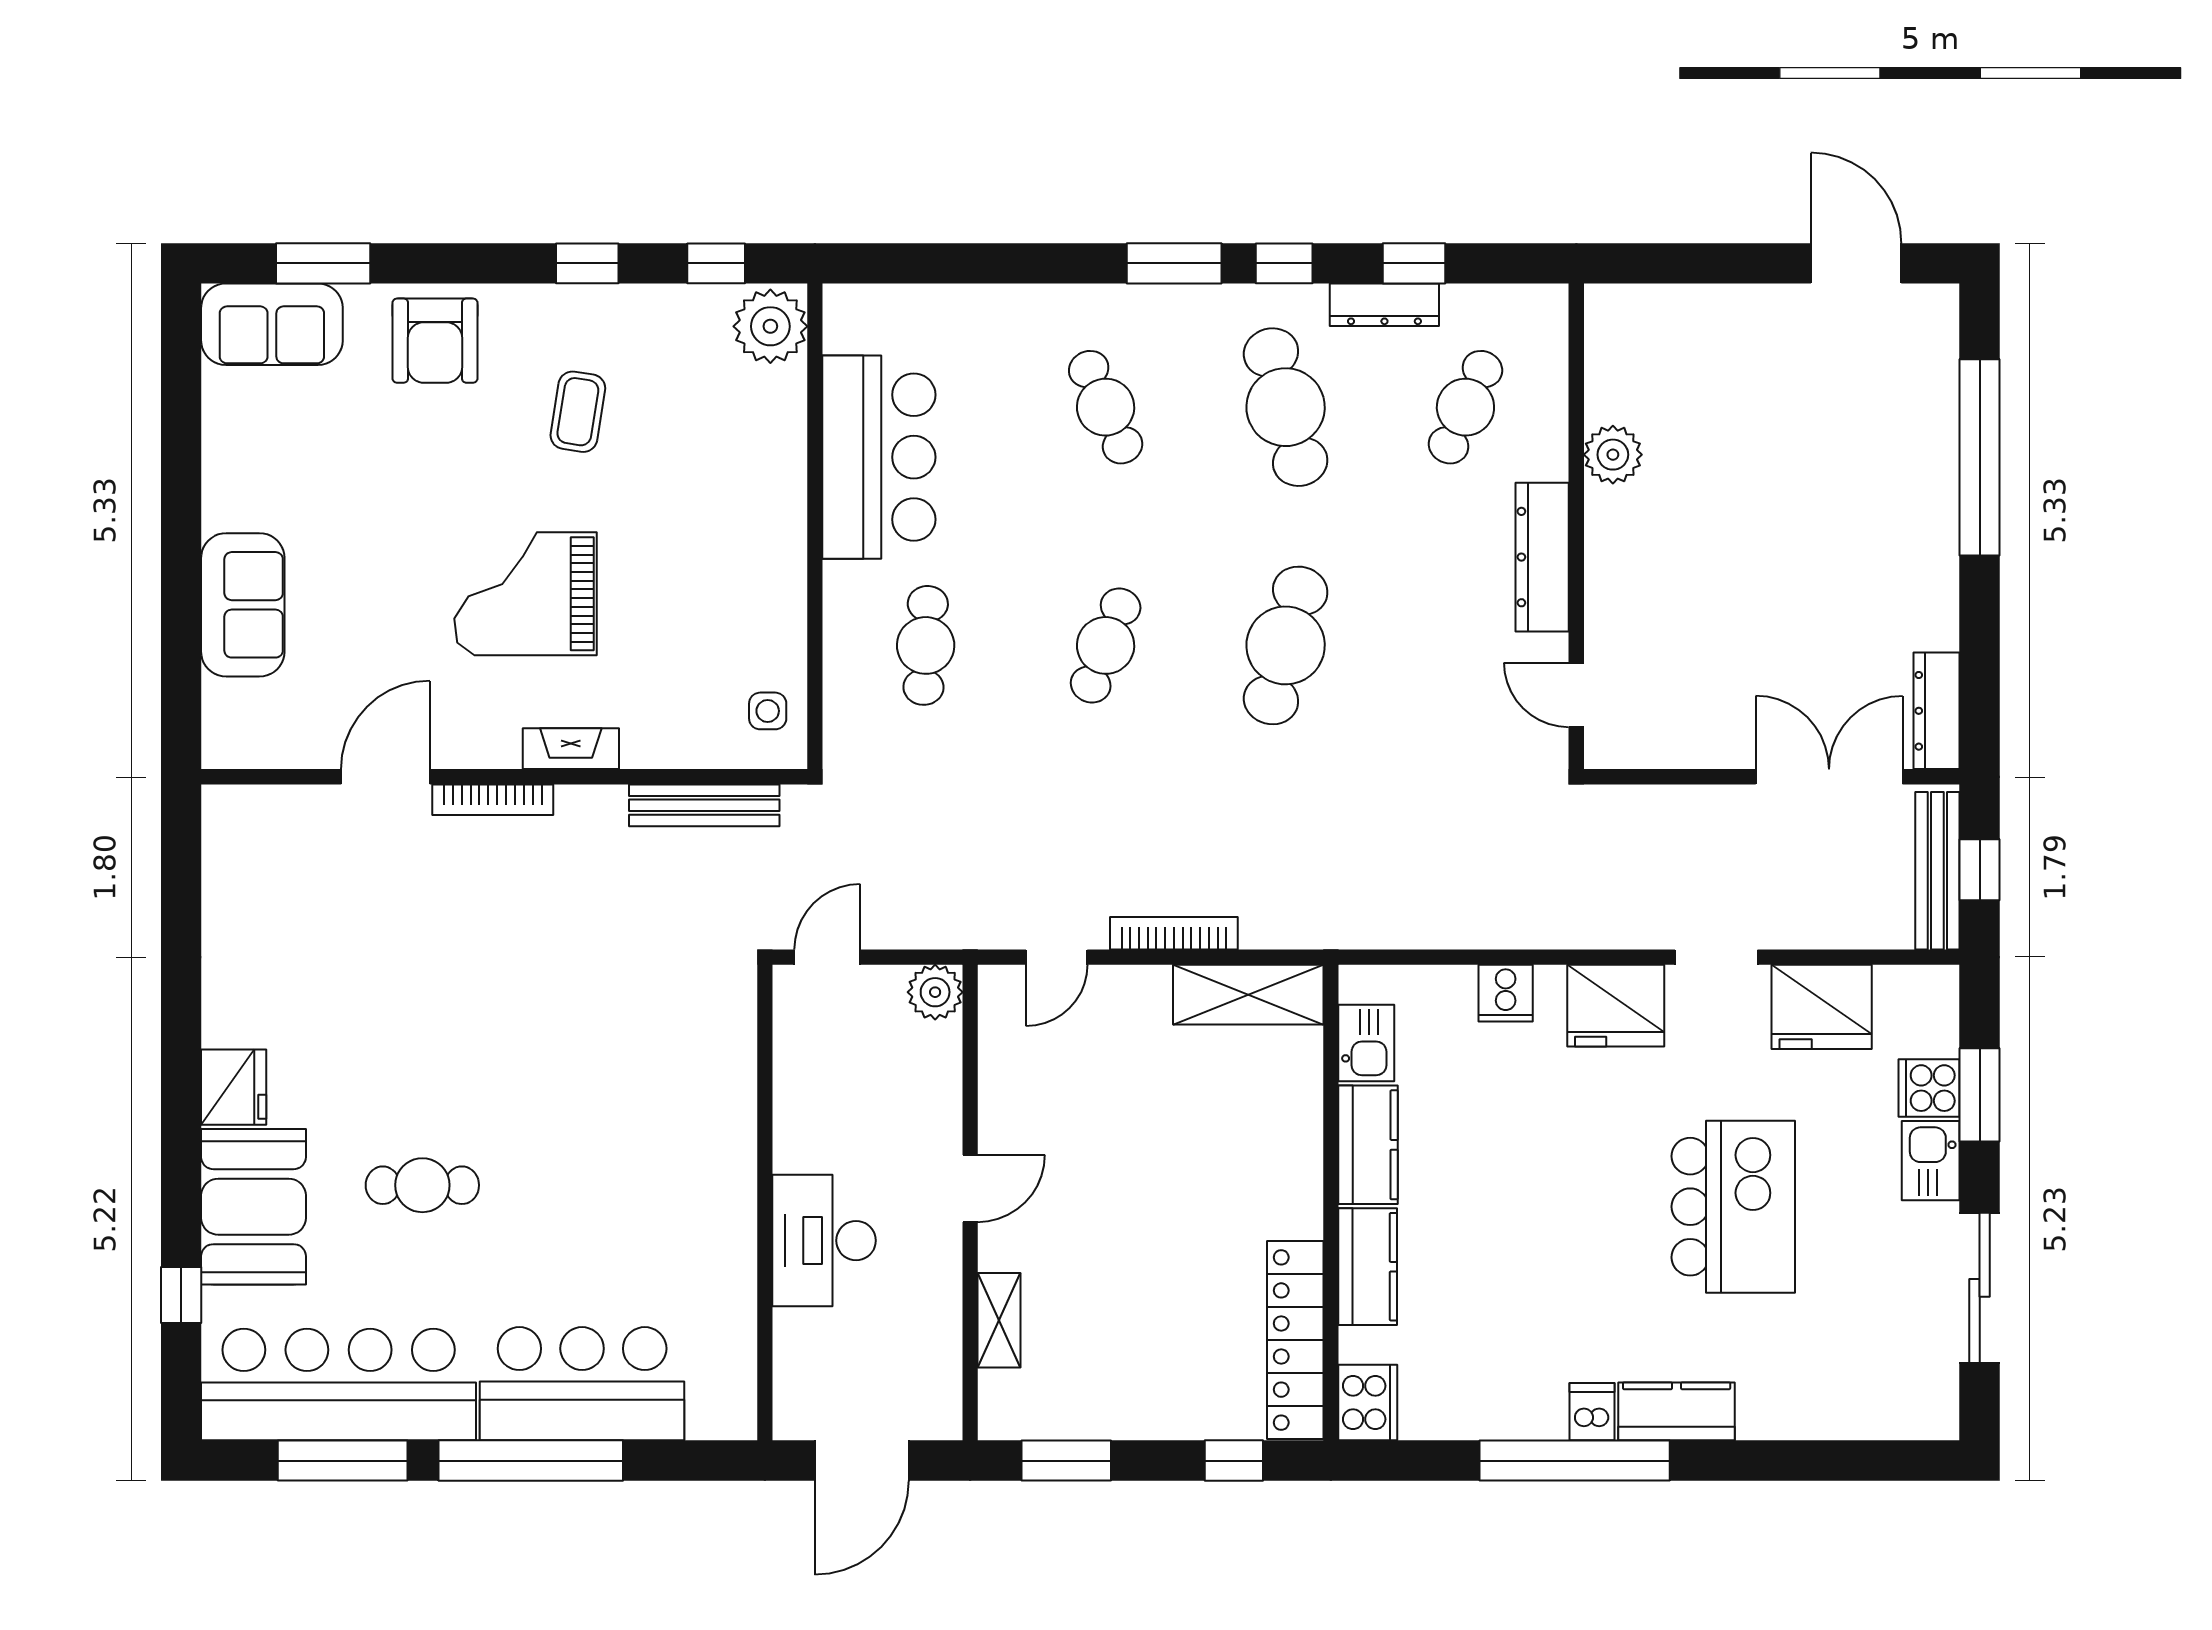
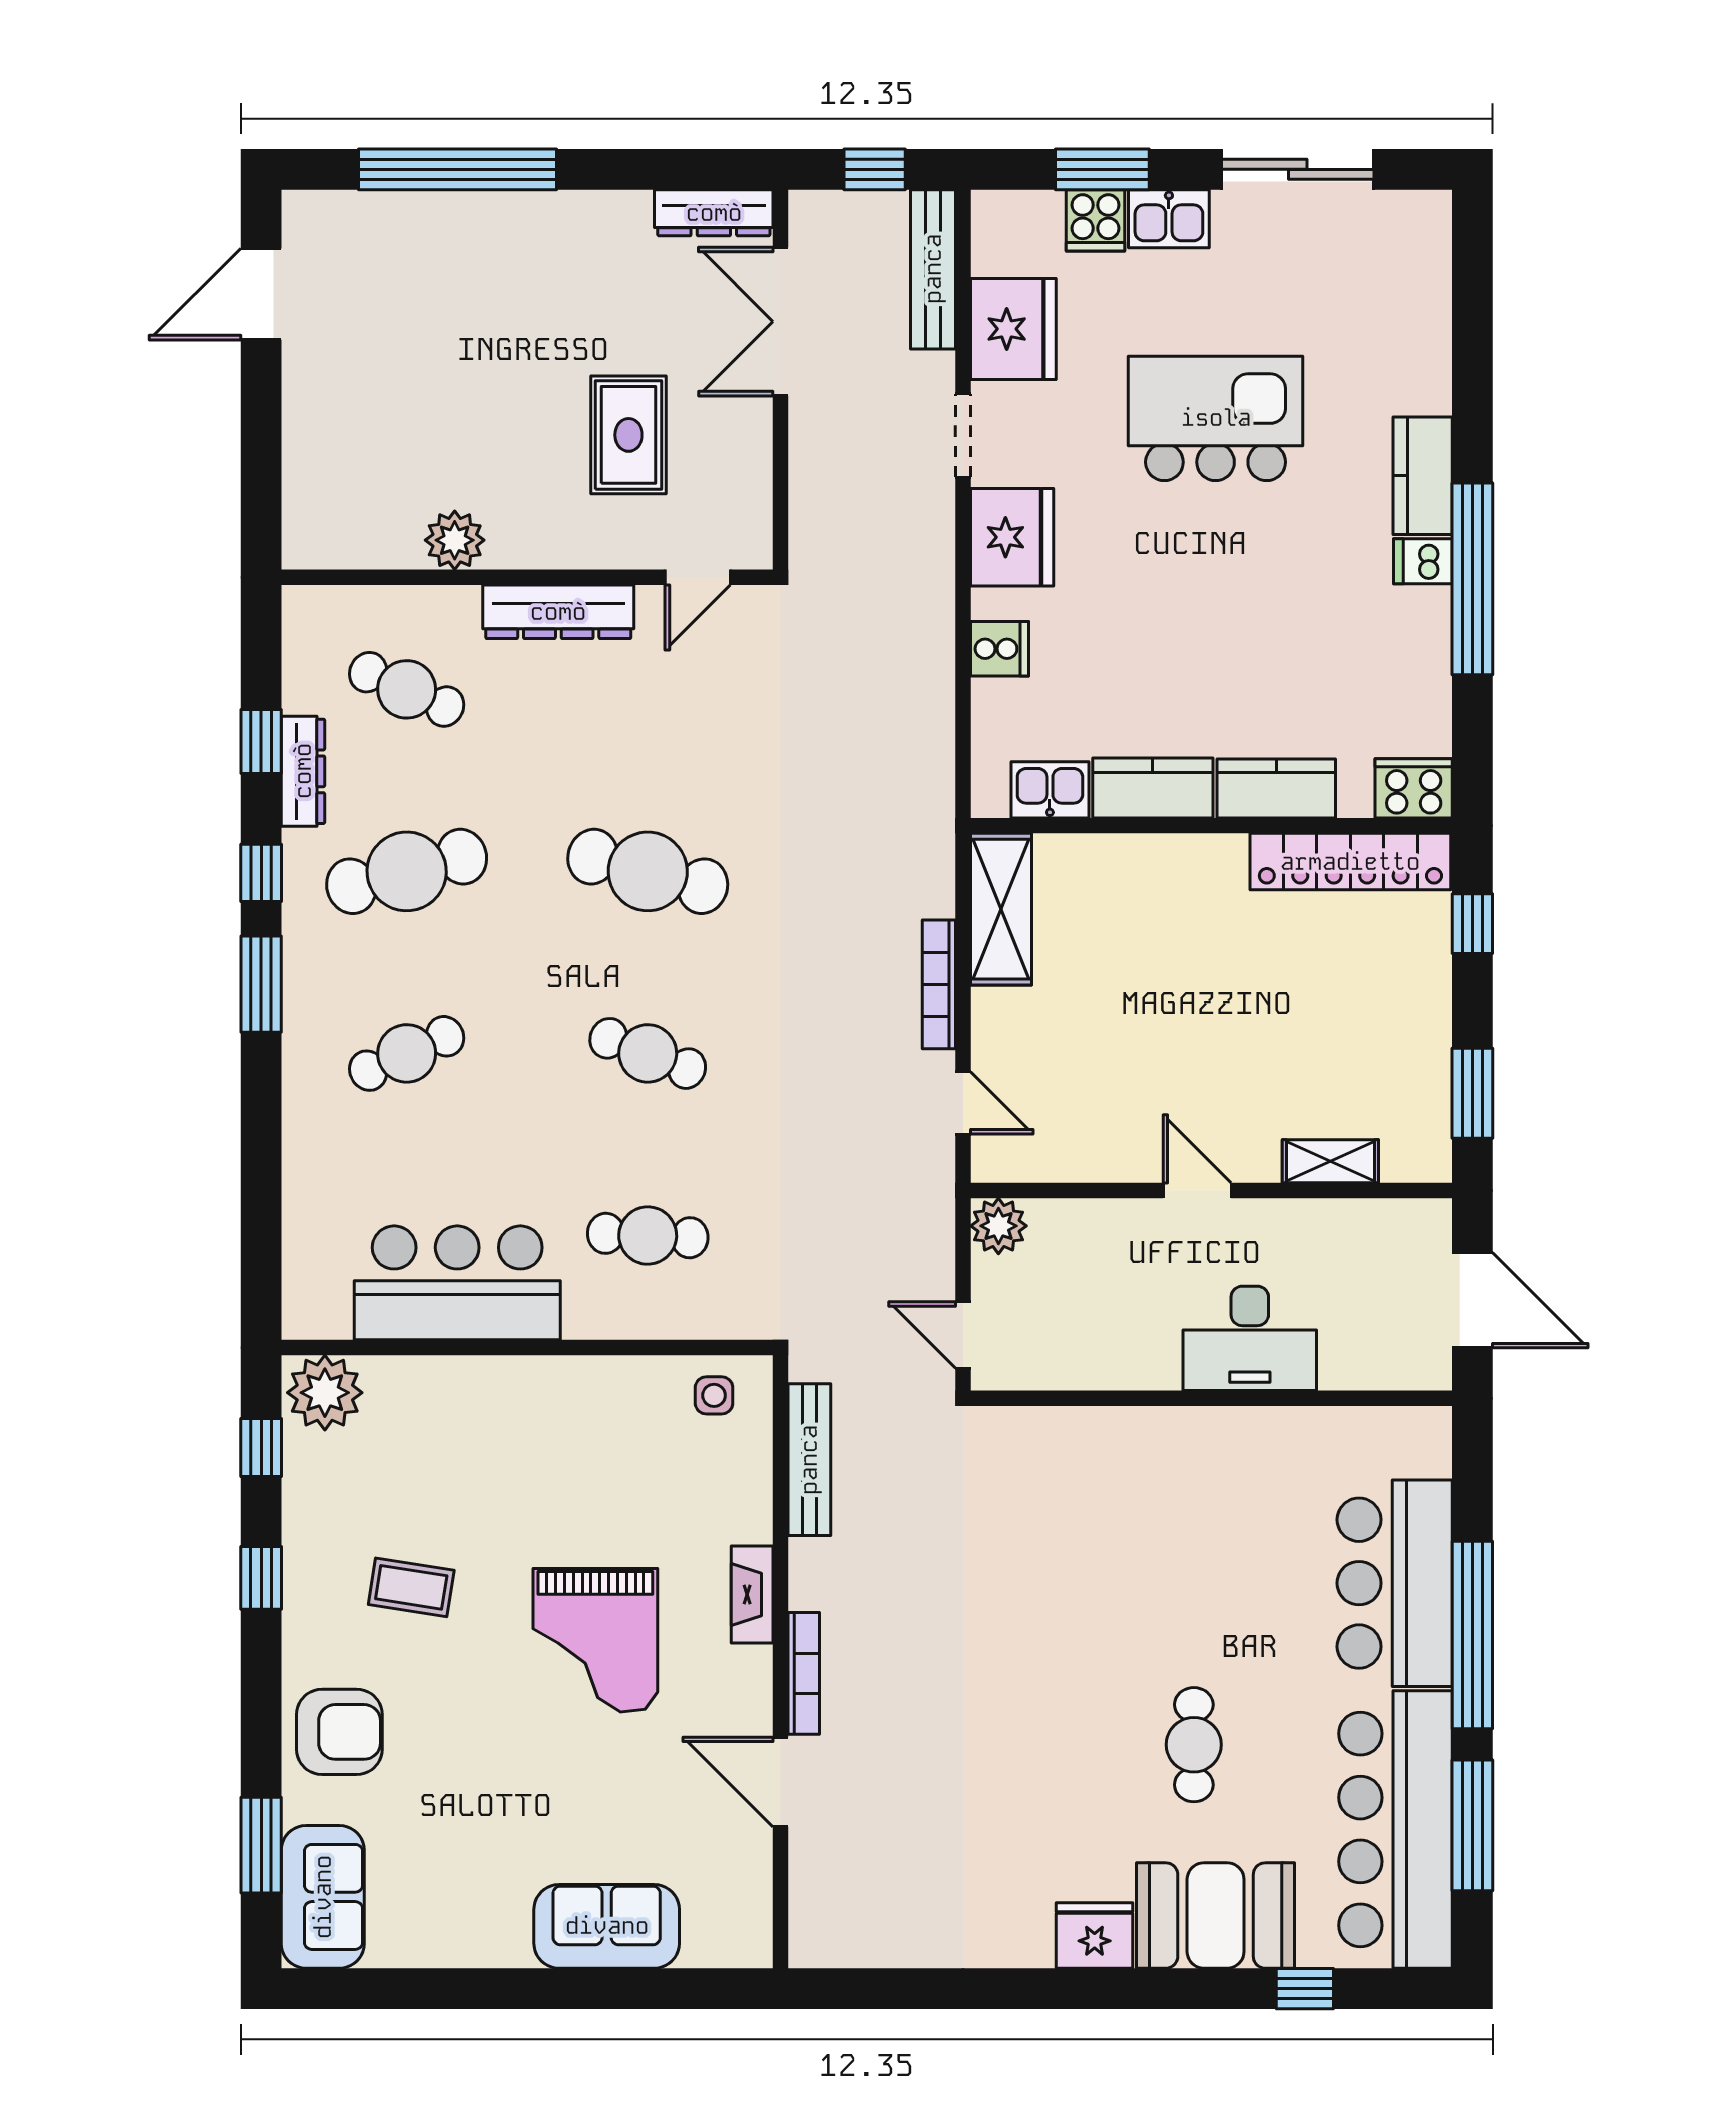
rug: (1717, 626) -> (628, 435), added
bench: (1937, 871) -> (933, 269), moved, turned 90

